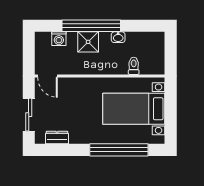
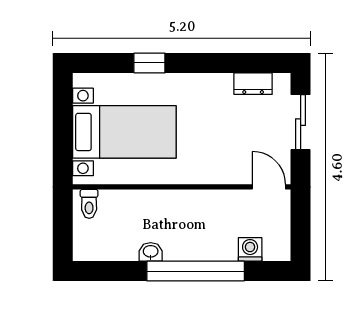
shower: (88, 42) -> (201, 244), removed
toilet: (134, 66) -> (89, 204), moved
window: (119, 150) -> (149, 63), width x0.32

